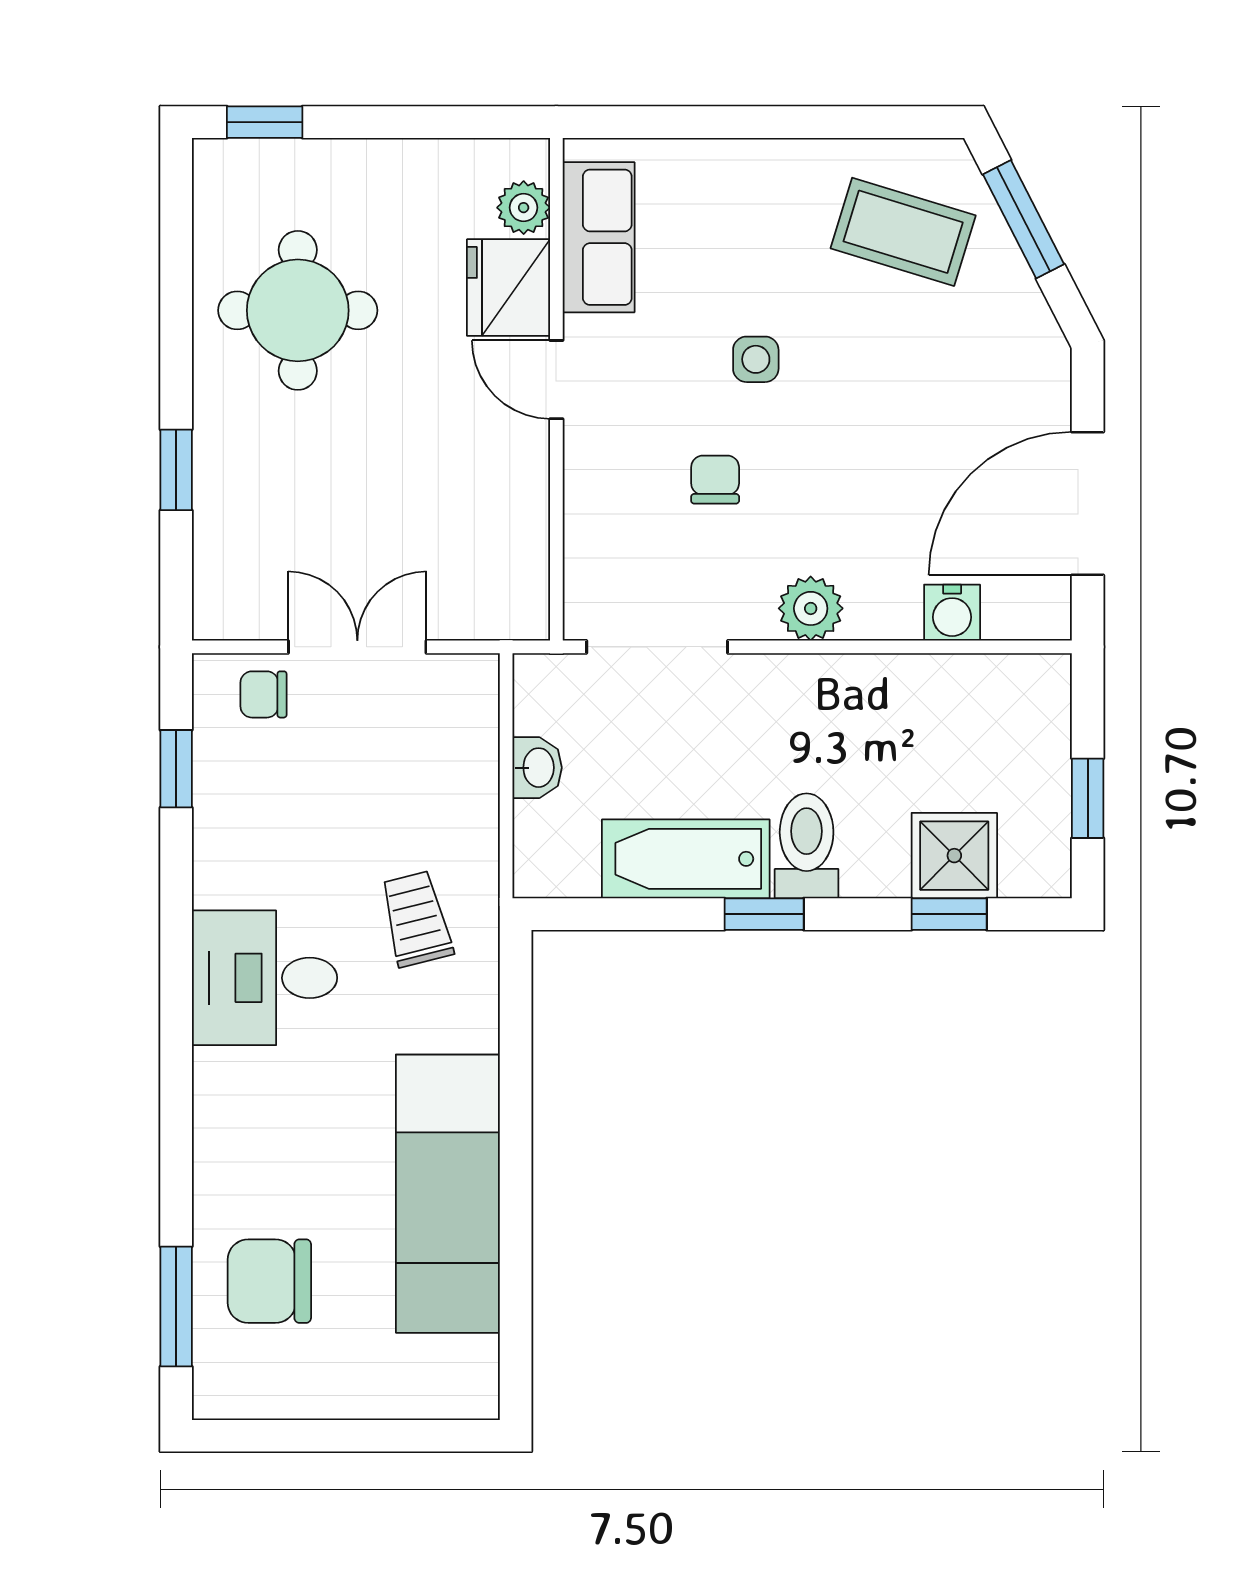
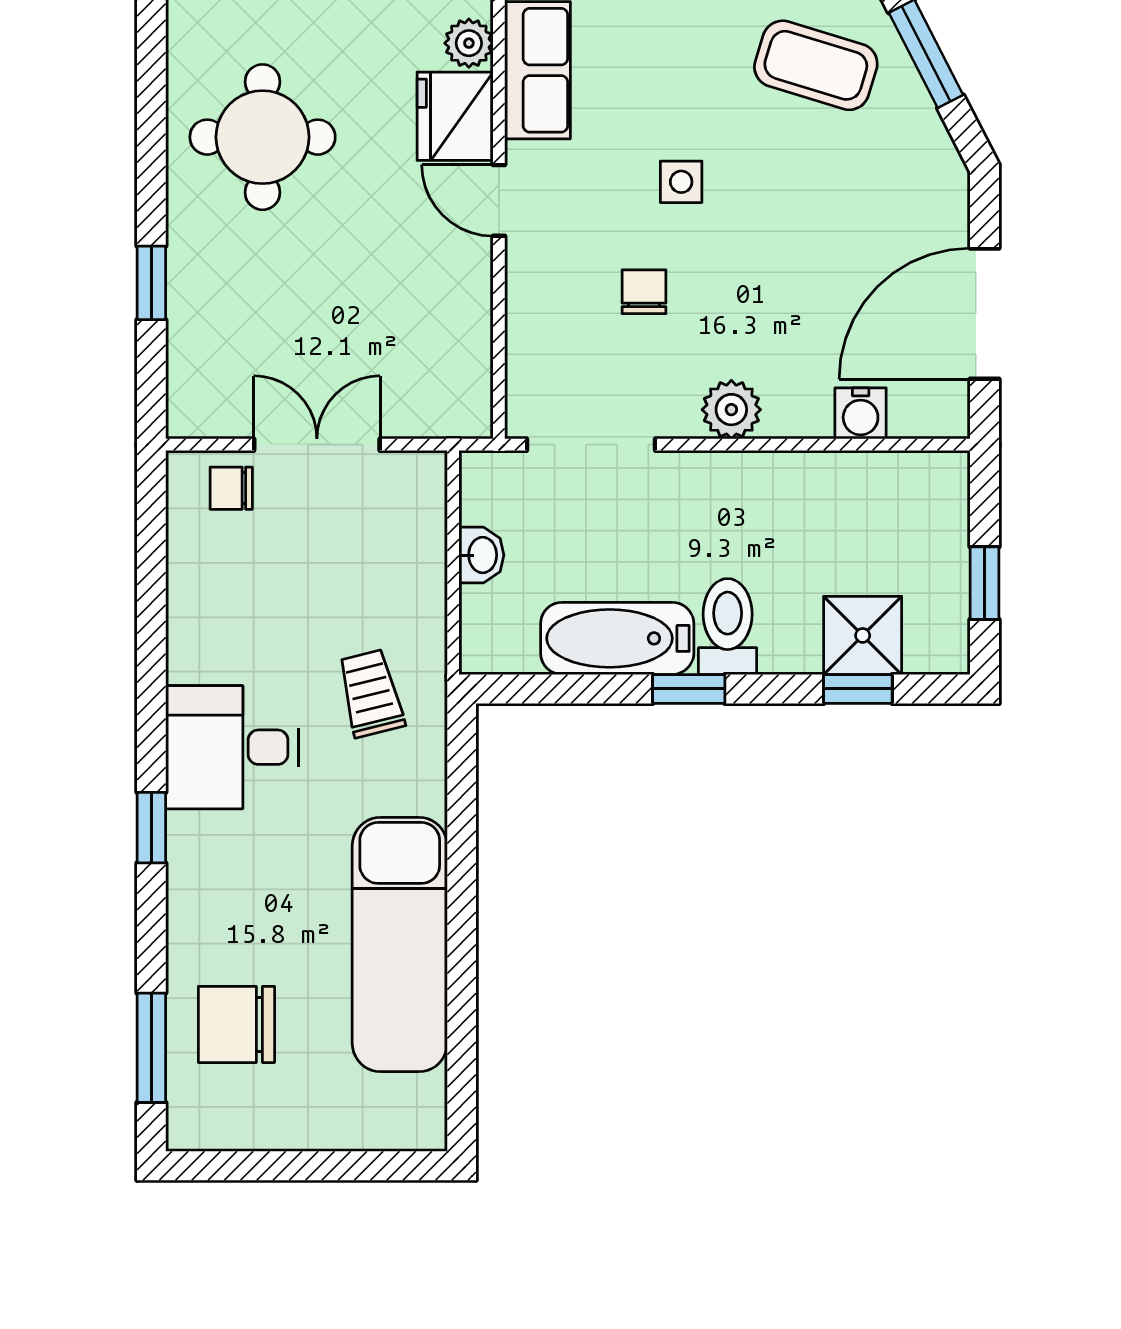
window: (176, 769) -> (151, 828), moved

